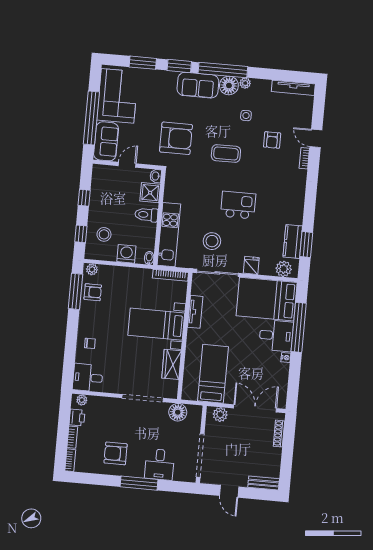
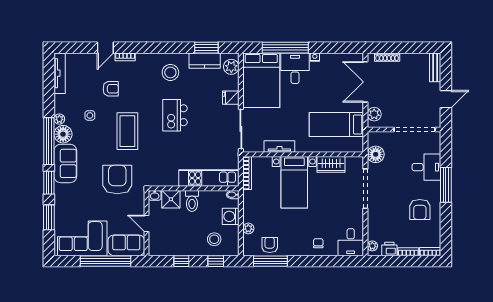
coffee table: (226, 153) -> (127, 131), width x1.36, depth x1.32
stool: (212, 241) -> (170, 72), moved
plant: (92, 269) -> (248, 228), moved

